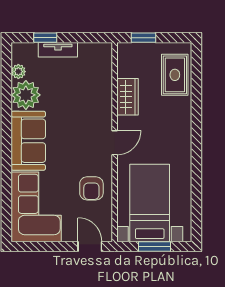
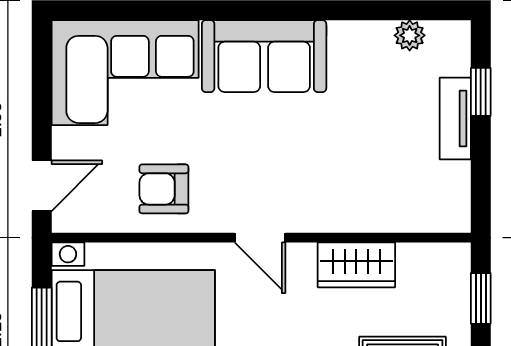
plant: (26, 95) -> (360, 51), removed

